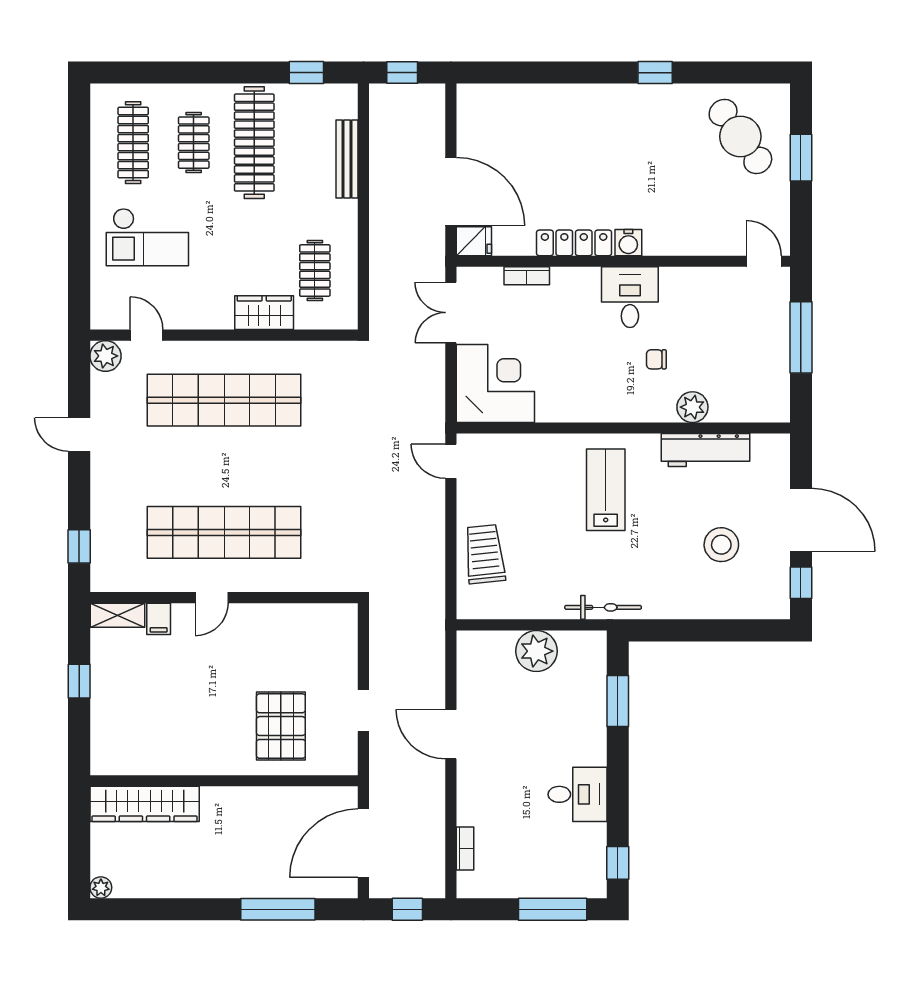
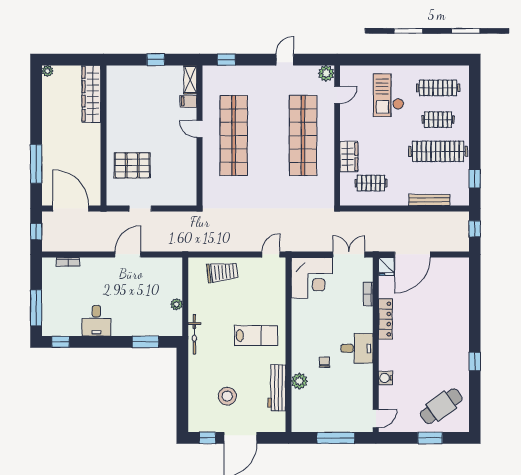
water cooler: (628, 243) -> (386, 378), moved
plant: (536, 651) -> (177, 304), width x0.53, depth x0.53

